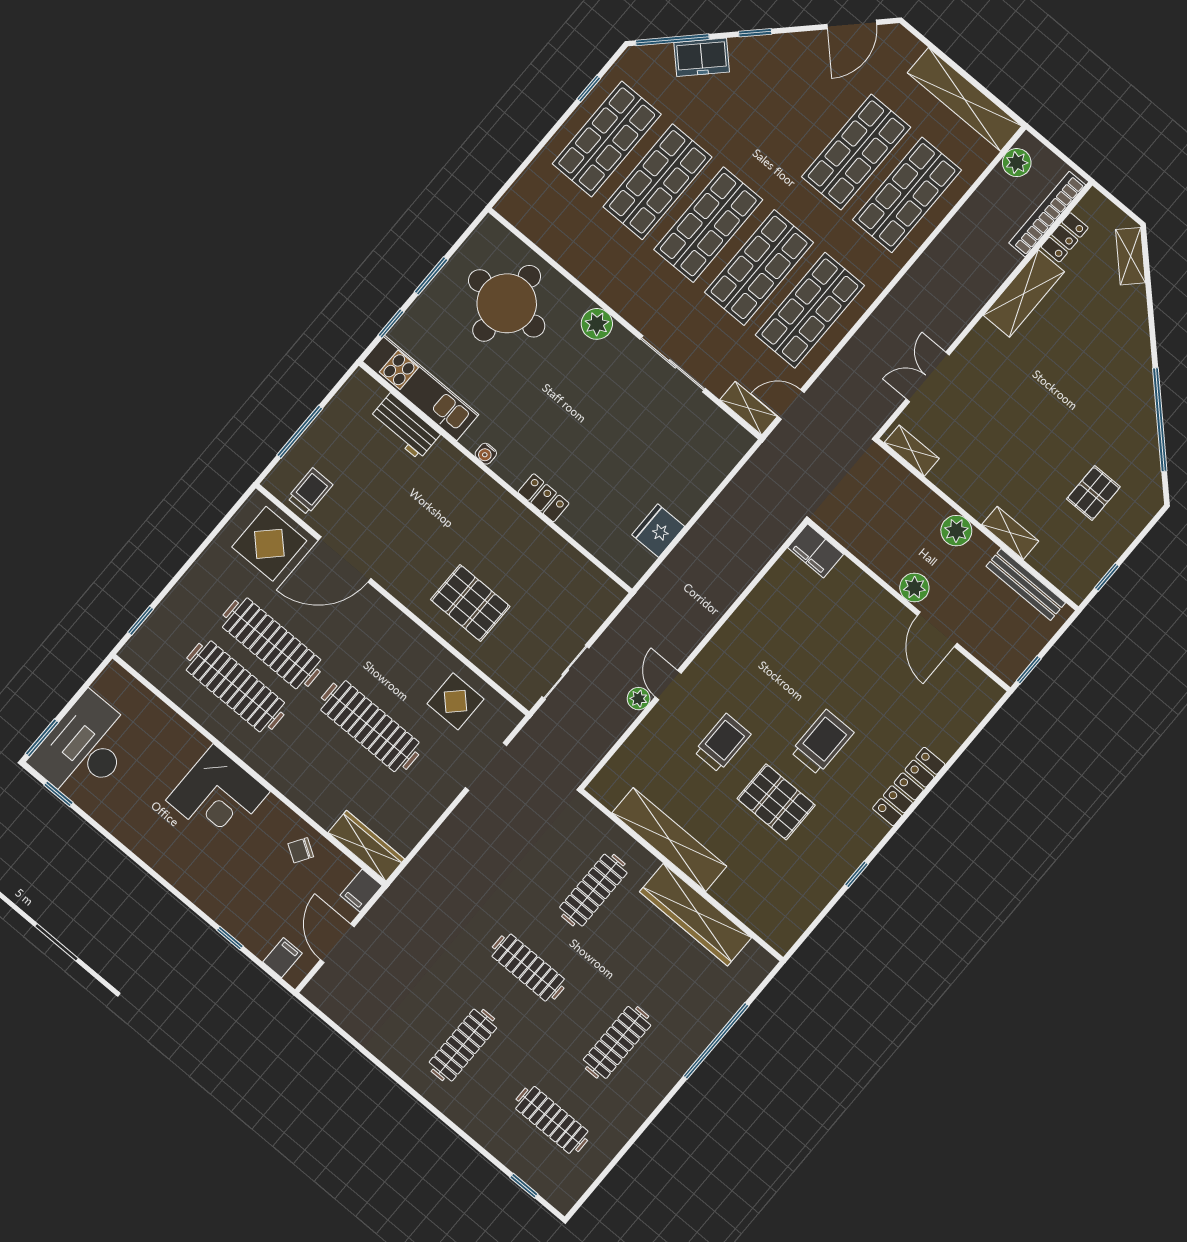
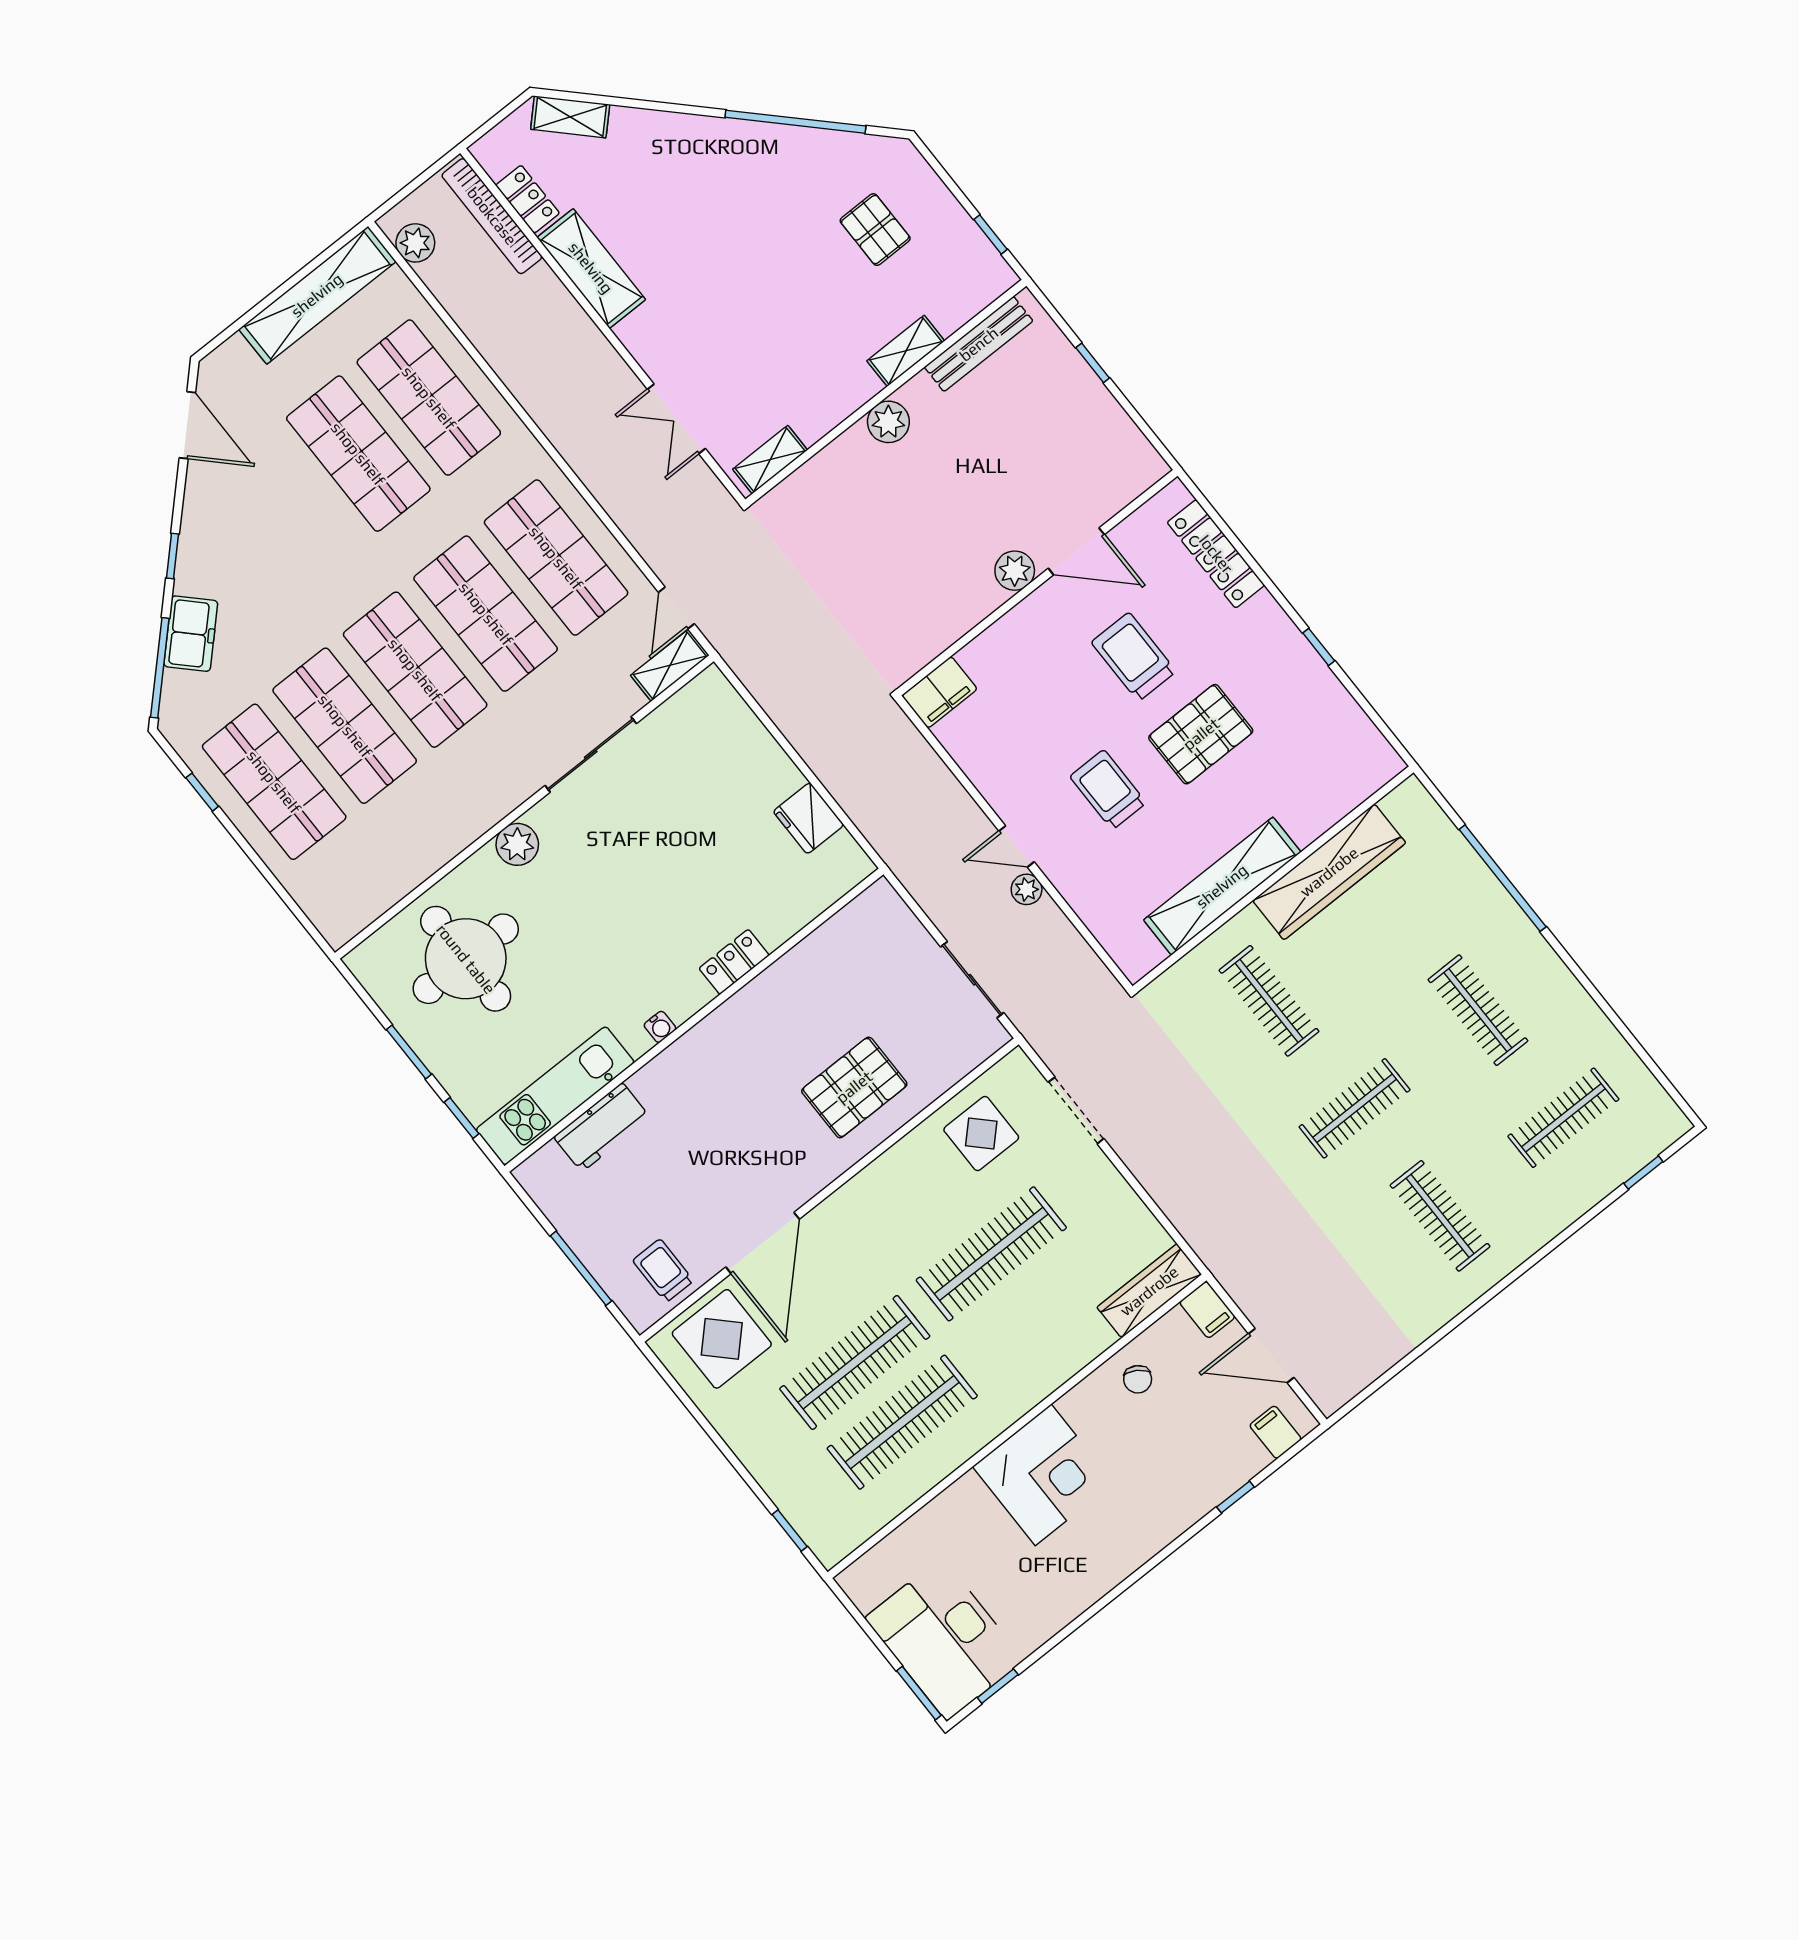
filing cabinet: (816, 551) -> (939, 692), moved
plant: (914, 588) -> (1015, 571), moved
wall: (909, 605) -> (1037, 583), moved
door: (937, 629) -> (1076, 551), moved

